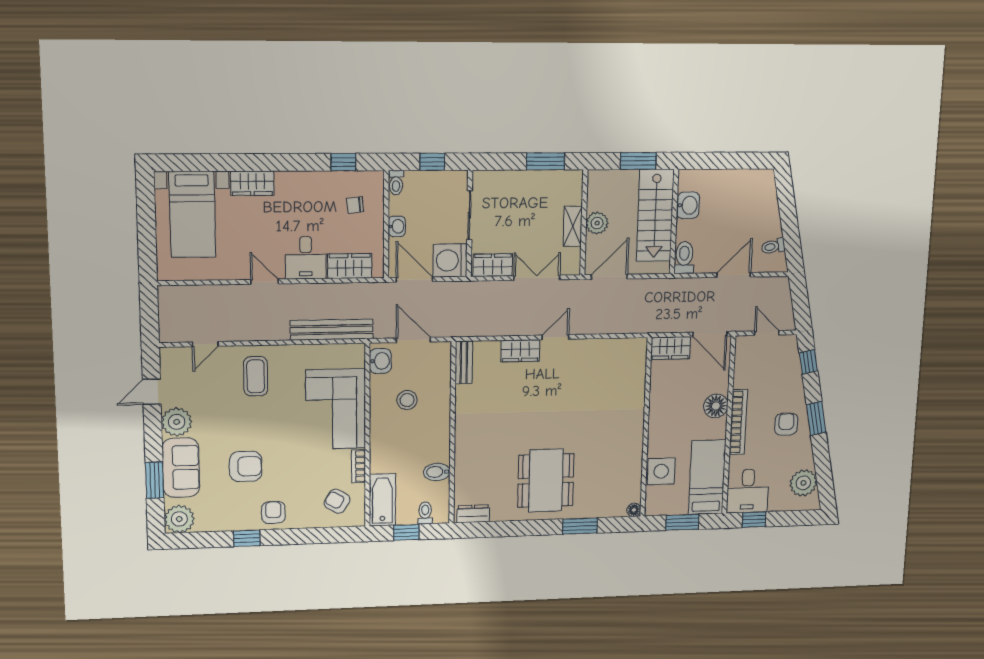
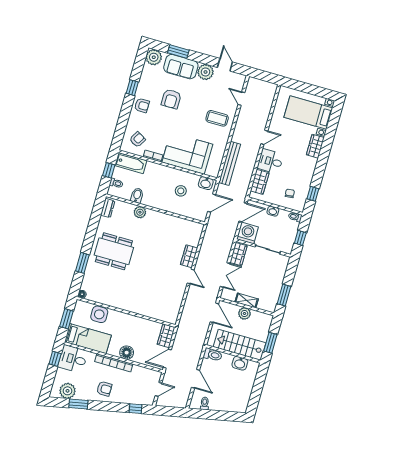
bench: (464, 363) -> (192, 225), removed
window: (816, 418) -> (78, 404), moved
plant: (465, 458) -> (140, 212), added

